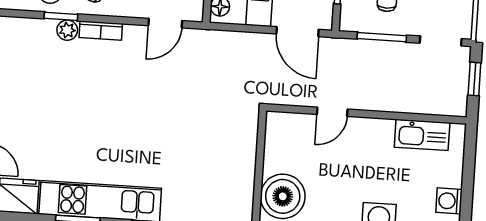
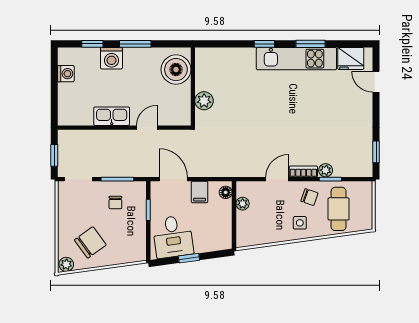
door: (165, 23) -> (277, 179), moved
kitchen sink: (422, 135) -> (112, 116), moved
plant: (243, 147) -> (204, 101), added

